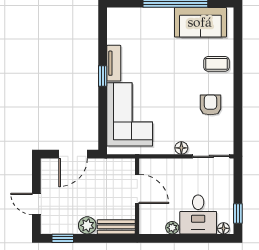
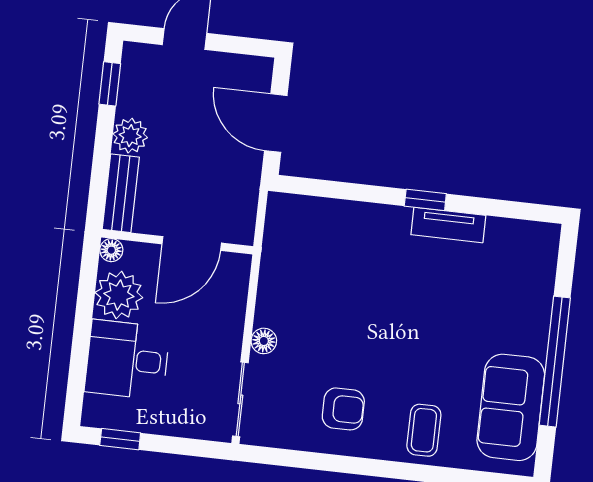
corner sofa: (130, 114) -> (343, 245), removed
plant: (172, 228) -> (119, 295), width x1.87, depth x1.87
floor lamp: (223, 228) -> (111, 250), moved

